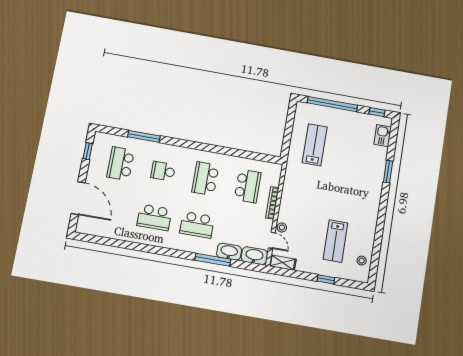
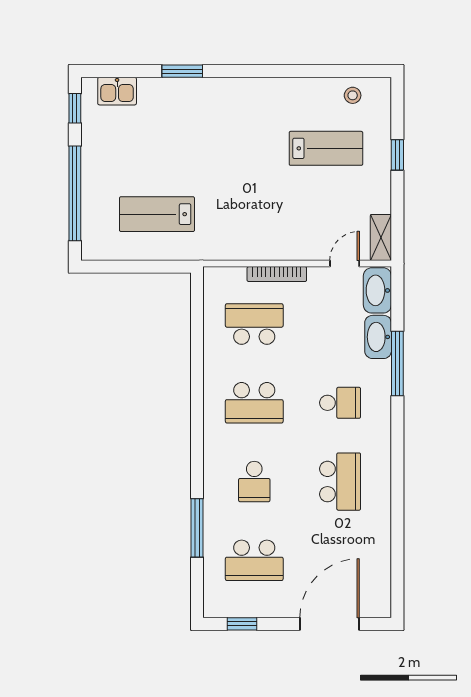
school desk: (197, 225) -> (340, 403), width x0.54
stool: (282, 228) -> (318, 249), removed

